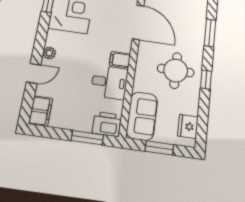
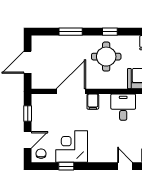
plant: (49, 53) -> (107, 157), removed
filing cabinet: (120, 60) -> (93, 102), moved

